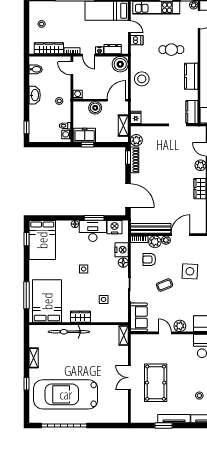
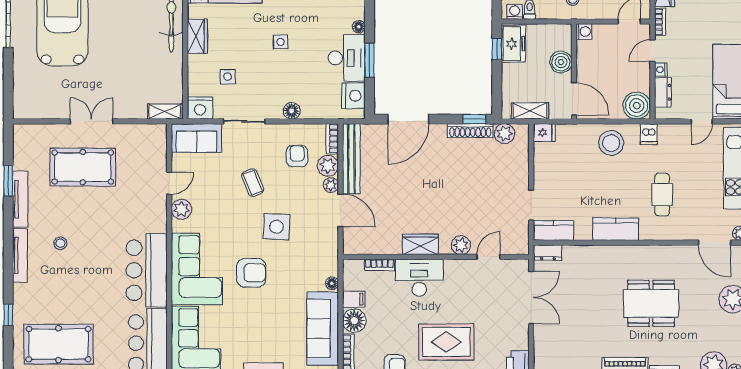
dishwasher: (137, 40) -> (649, 134), moved
nightstand: (122, 250) -> (200, 108), moved

